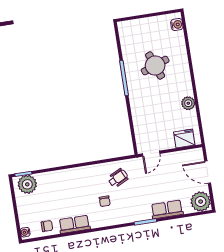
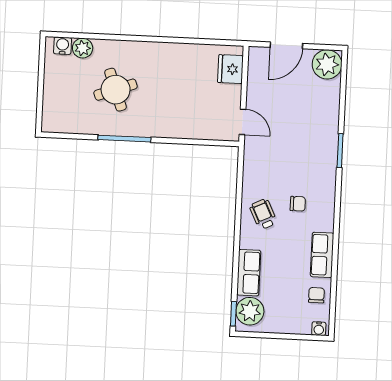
plant: (188, 103) -> (83, 48), moved
wheelchair: (118, 178) -> (263, 214), moved
row of seats: (167, 209) -> (249, 273), moved, turned 180

